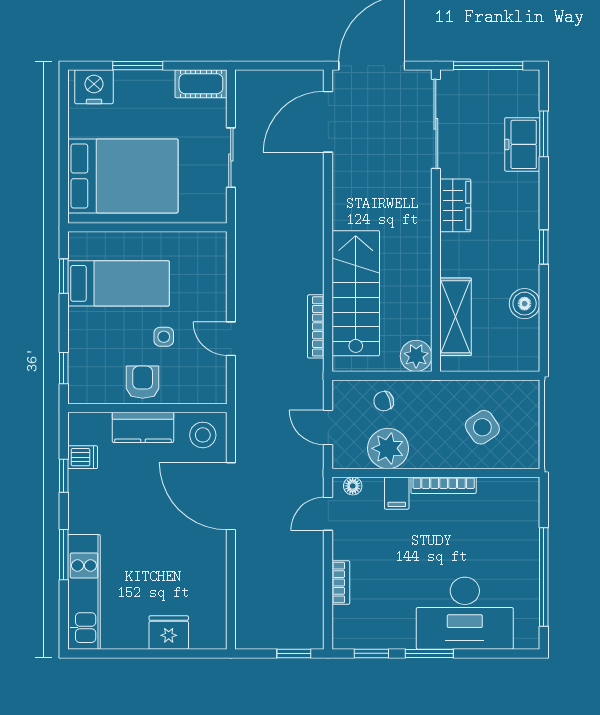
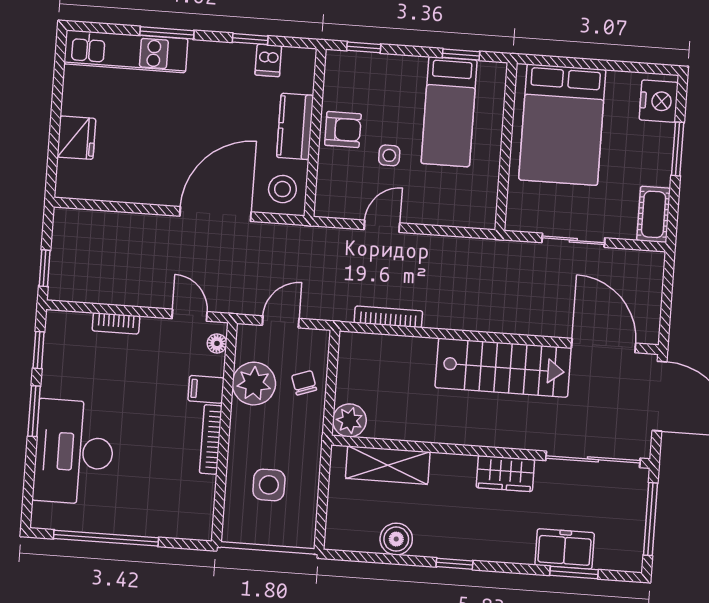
stairs: (356, 293) -> (503, 368), moved
side table: (482, 427) -> (269, 485), turned 34

